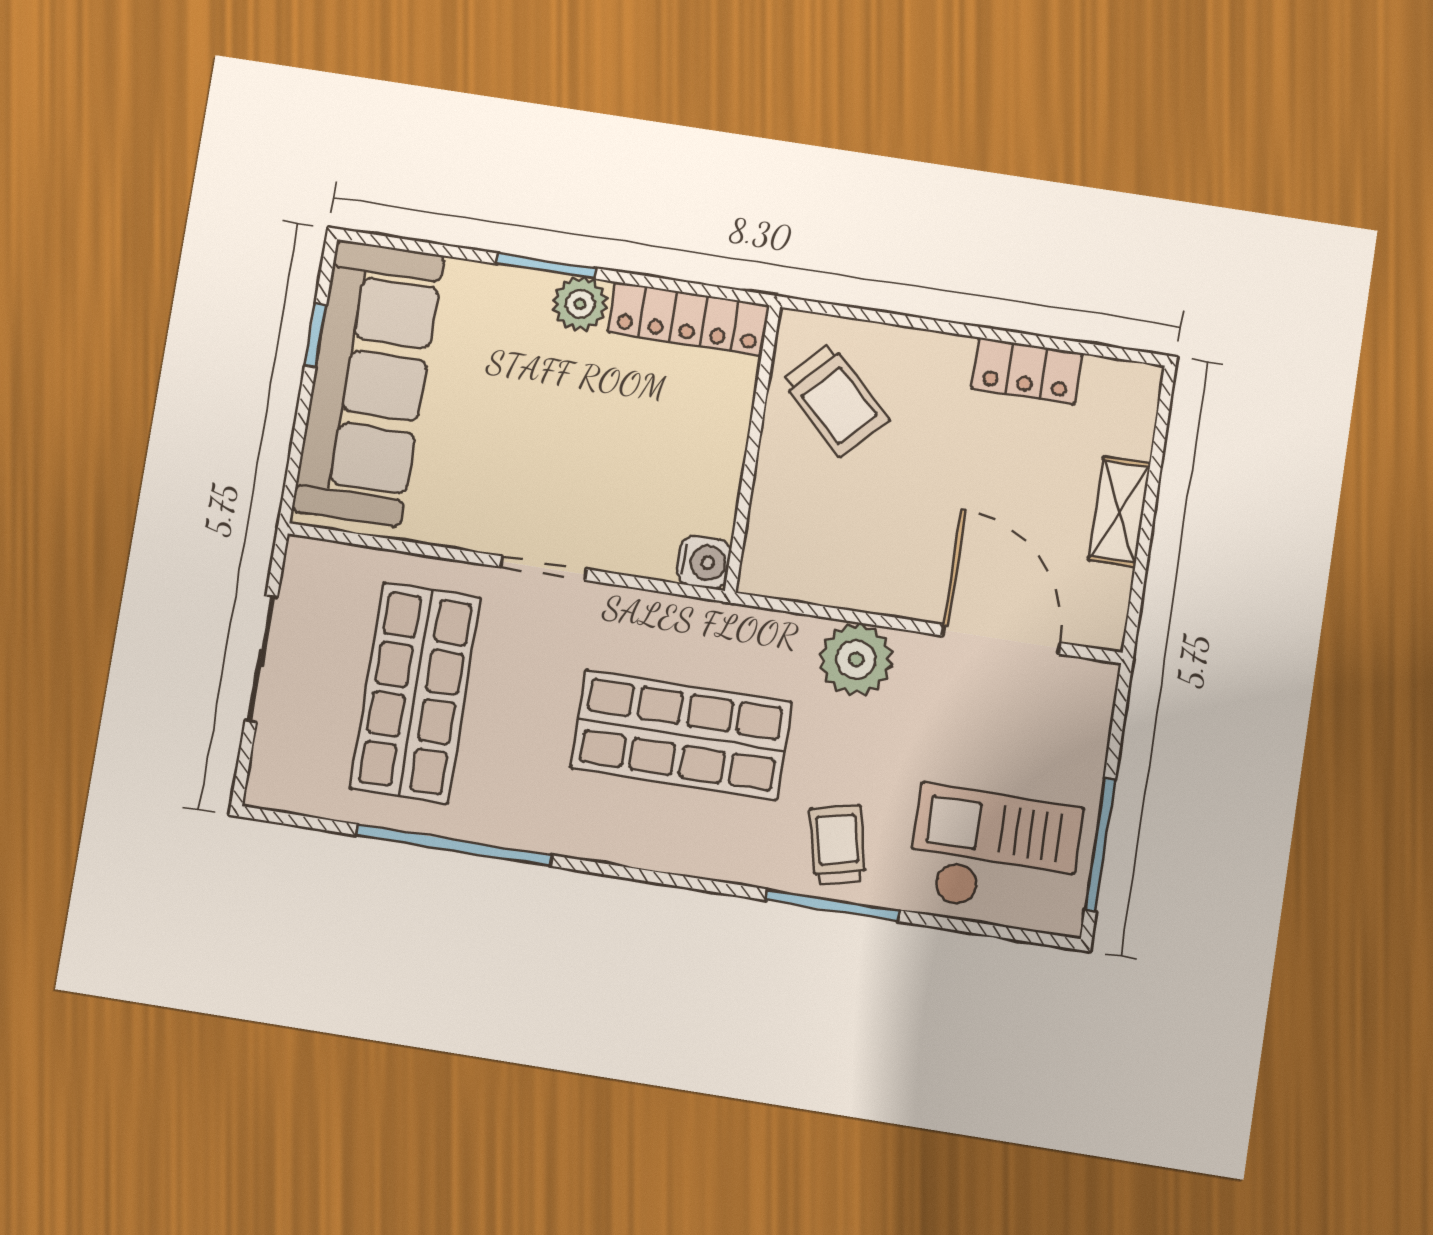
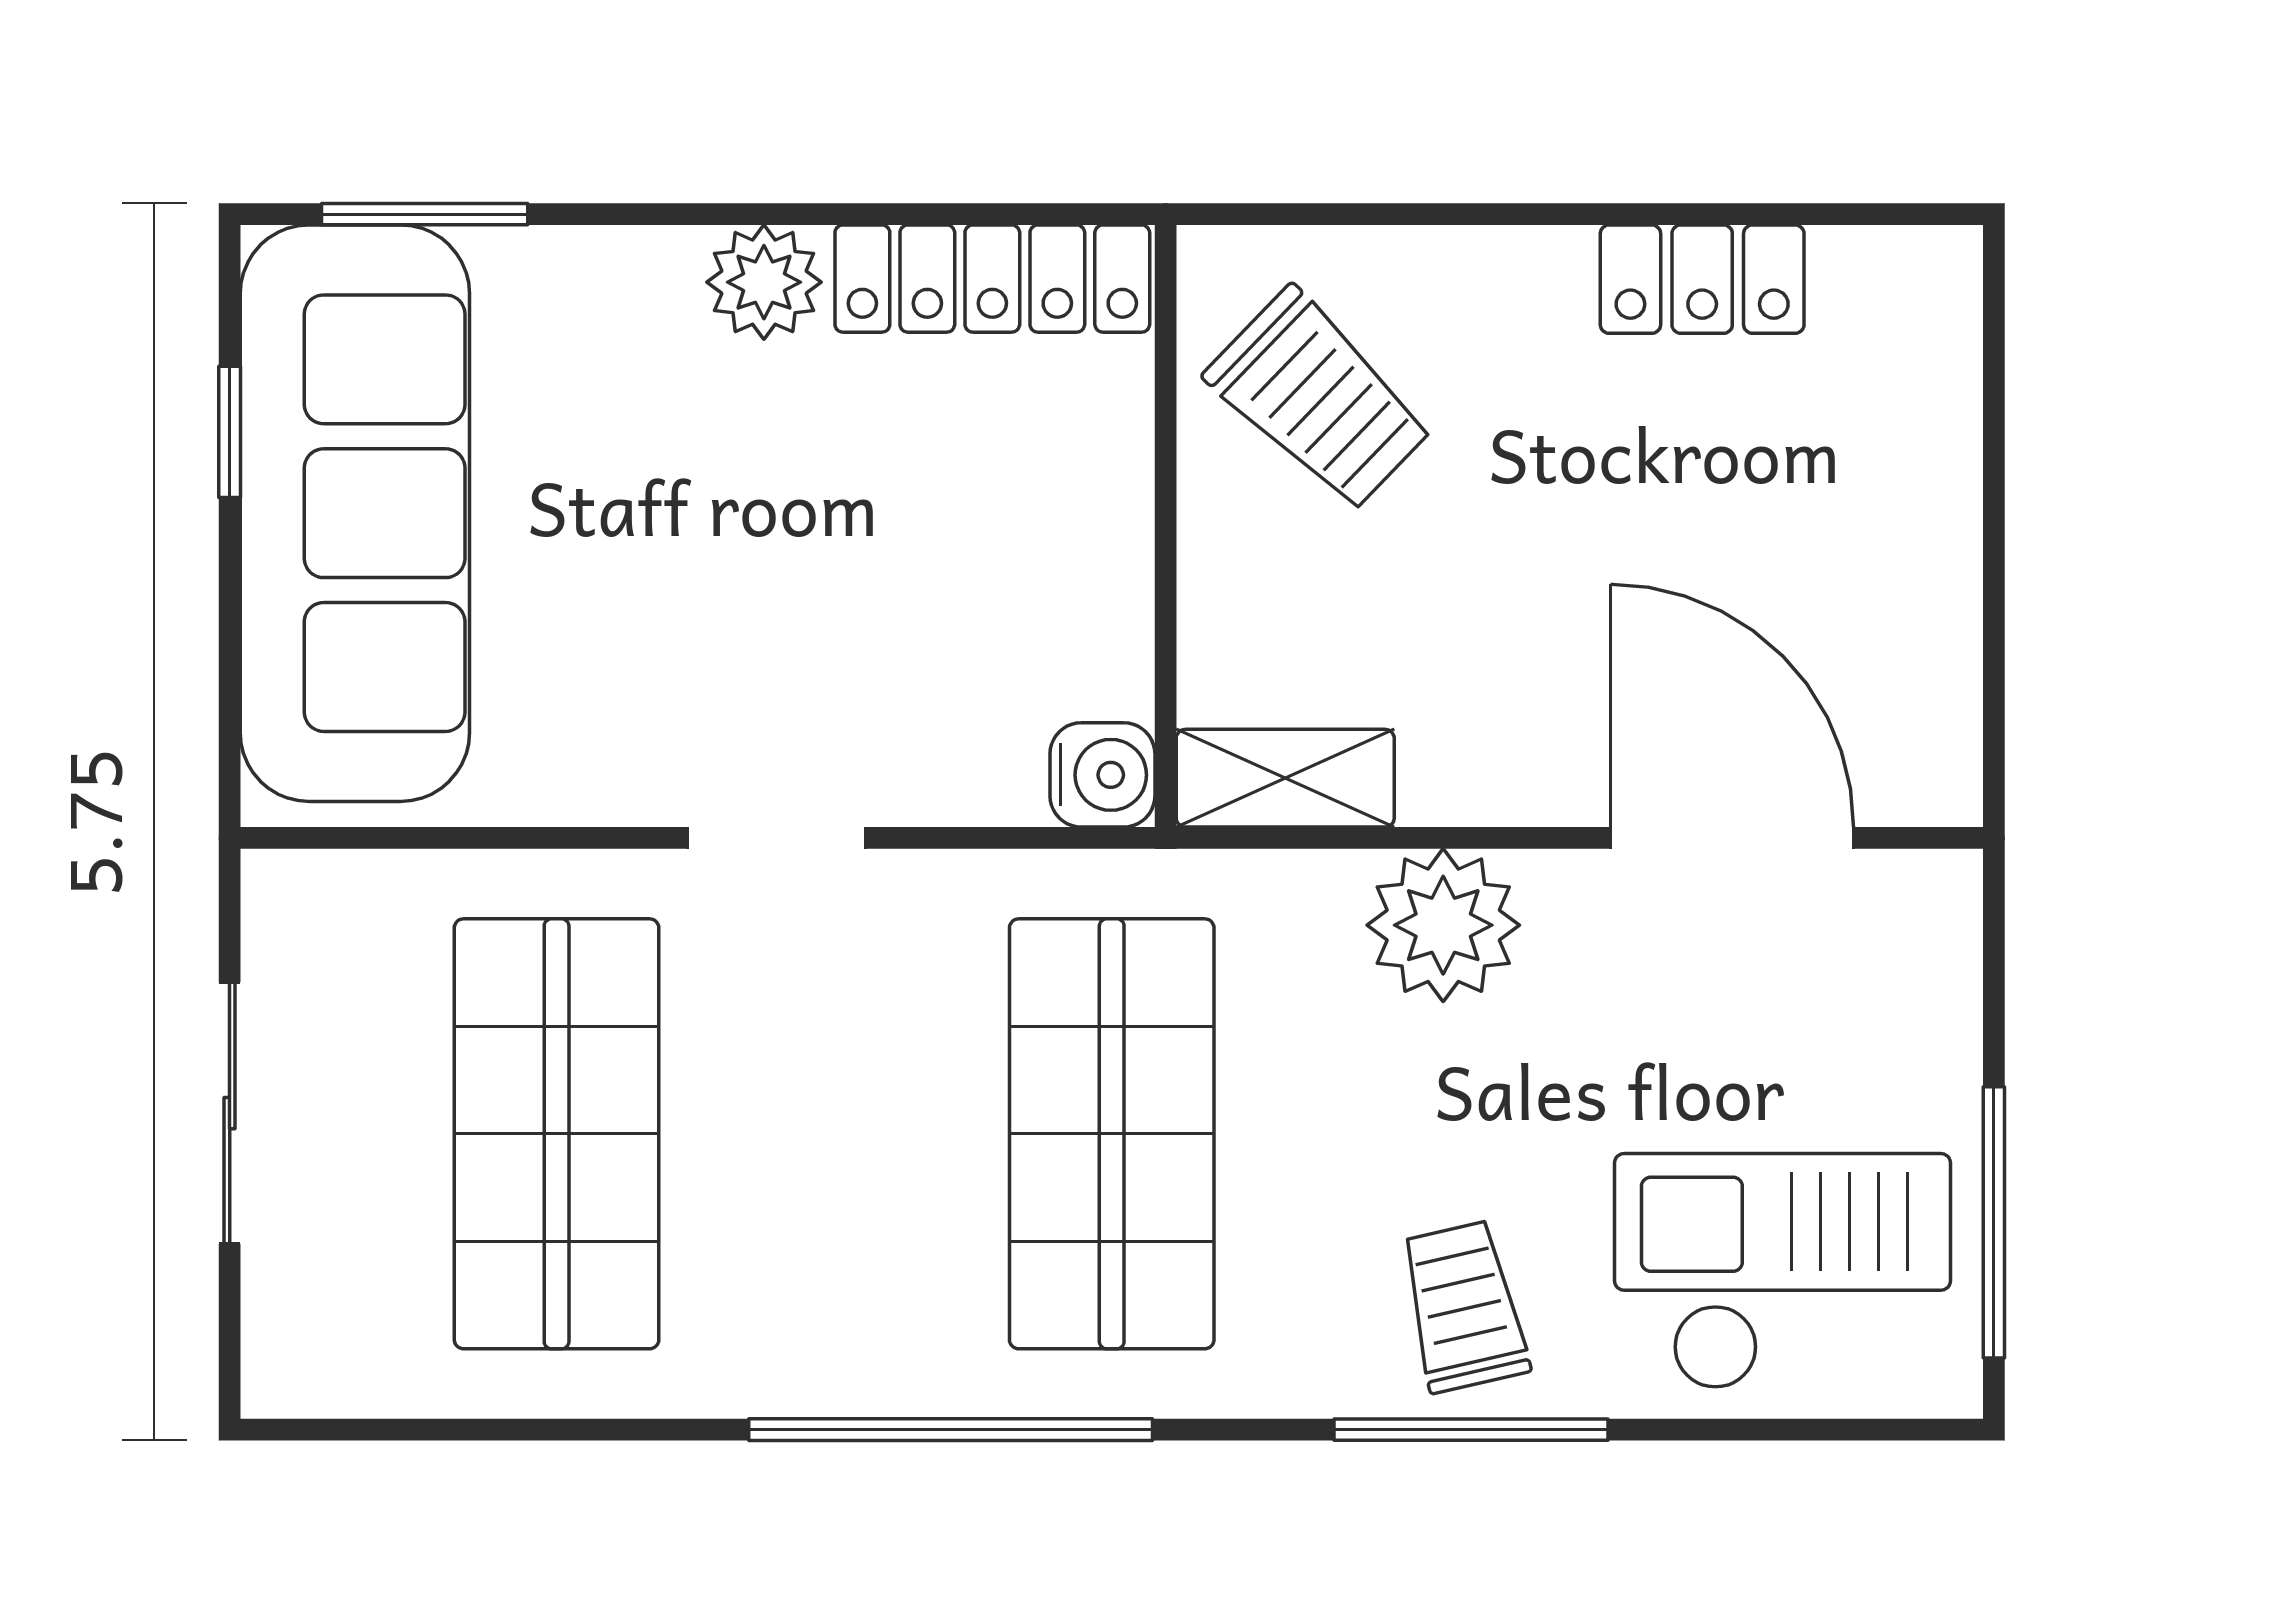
window: (546, 266) -> (425, 214), moved
shelving: (1119, 512) -> (1285, 778), moved, turned 90
shop shelf: (681, 735) -> (1112, 1134), turned 90
window: (453, 845) -> (951, 1430), moved

